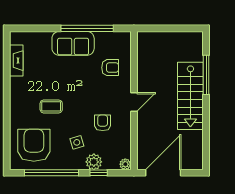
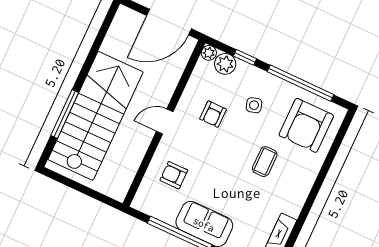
stairs: (190, 96) -> (95, 116), width x1.36, depth x1.51
coffee table: (51, 106) -> (265, 162), turned 90
plant: (94, 162) -> (225, 64), moved

